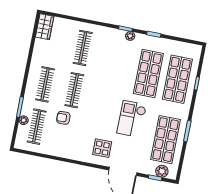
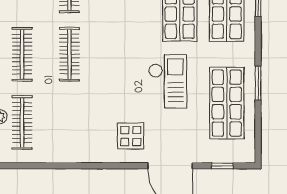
armchair: (63, 118) -> (61, 101), removed
checkout: (132, 119) -> (168, 81), turned 180
plant: (162, 171) -> (231, 153), removed

